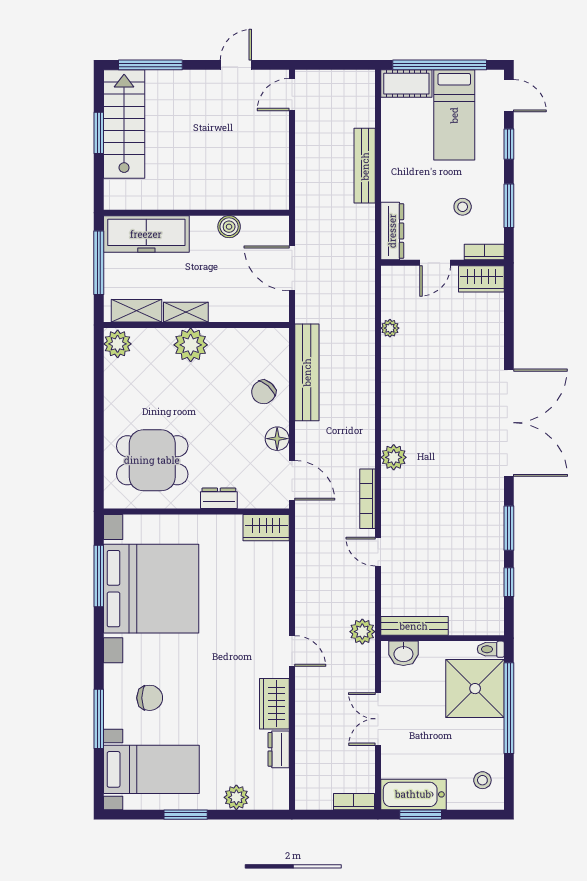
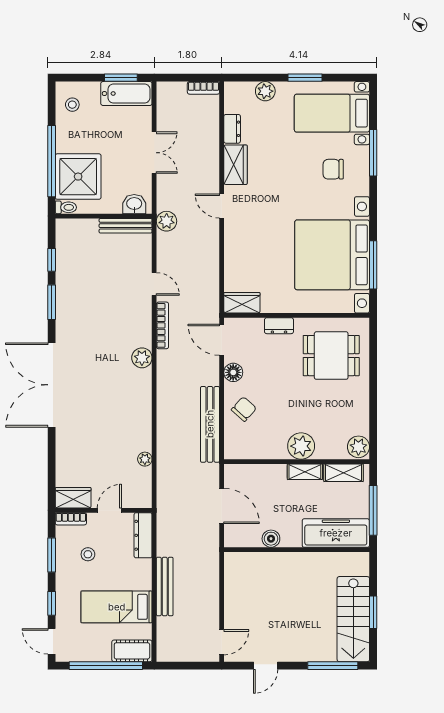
bed: (454, 115) -> (117, 607), moved, turned -90
bookcase: (354, 802) -> (203, 88), moved

